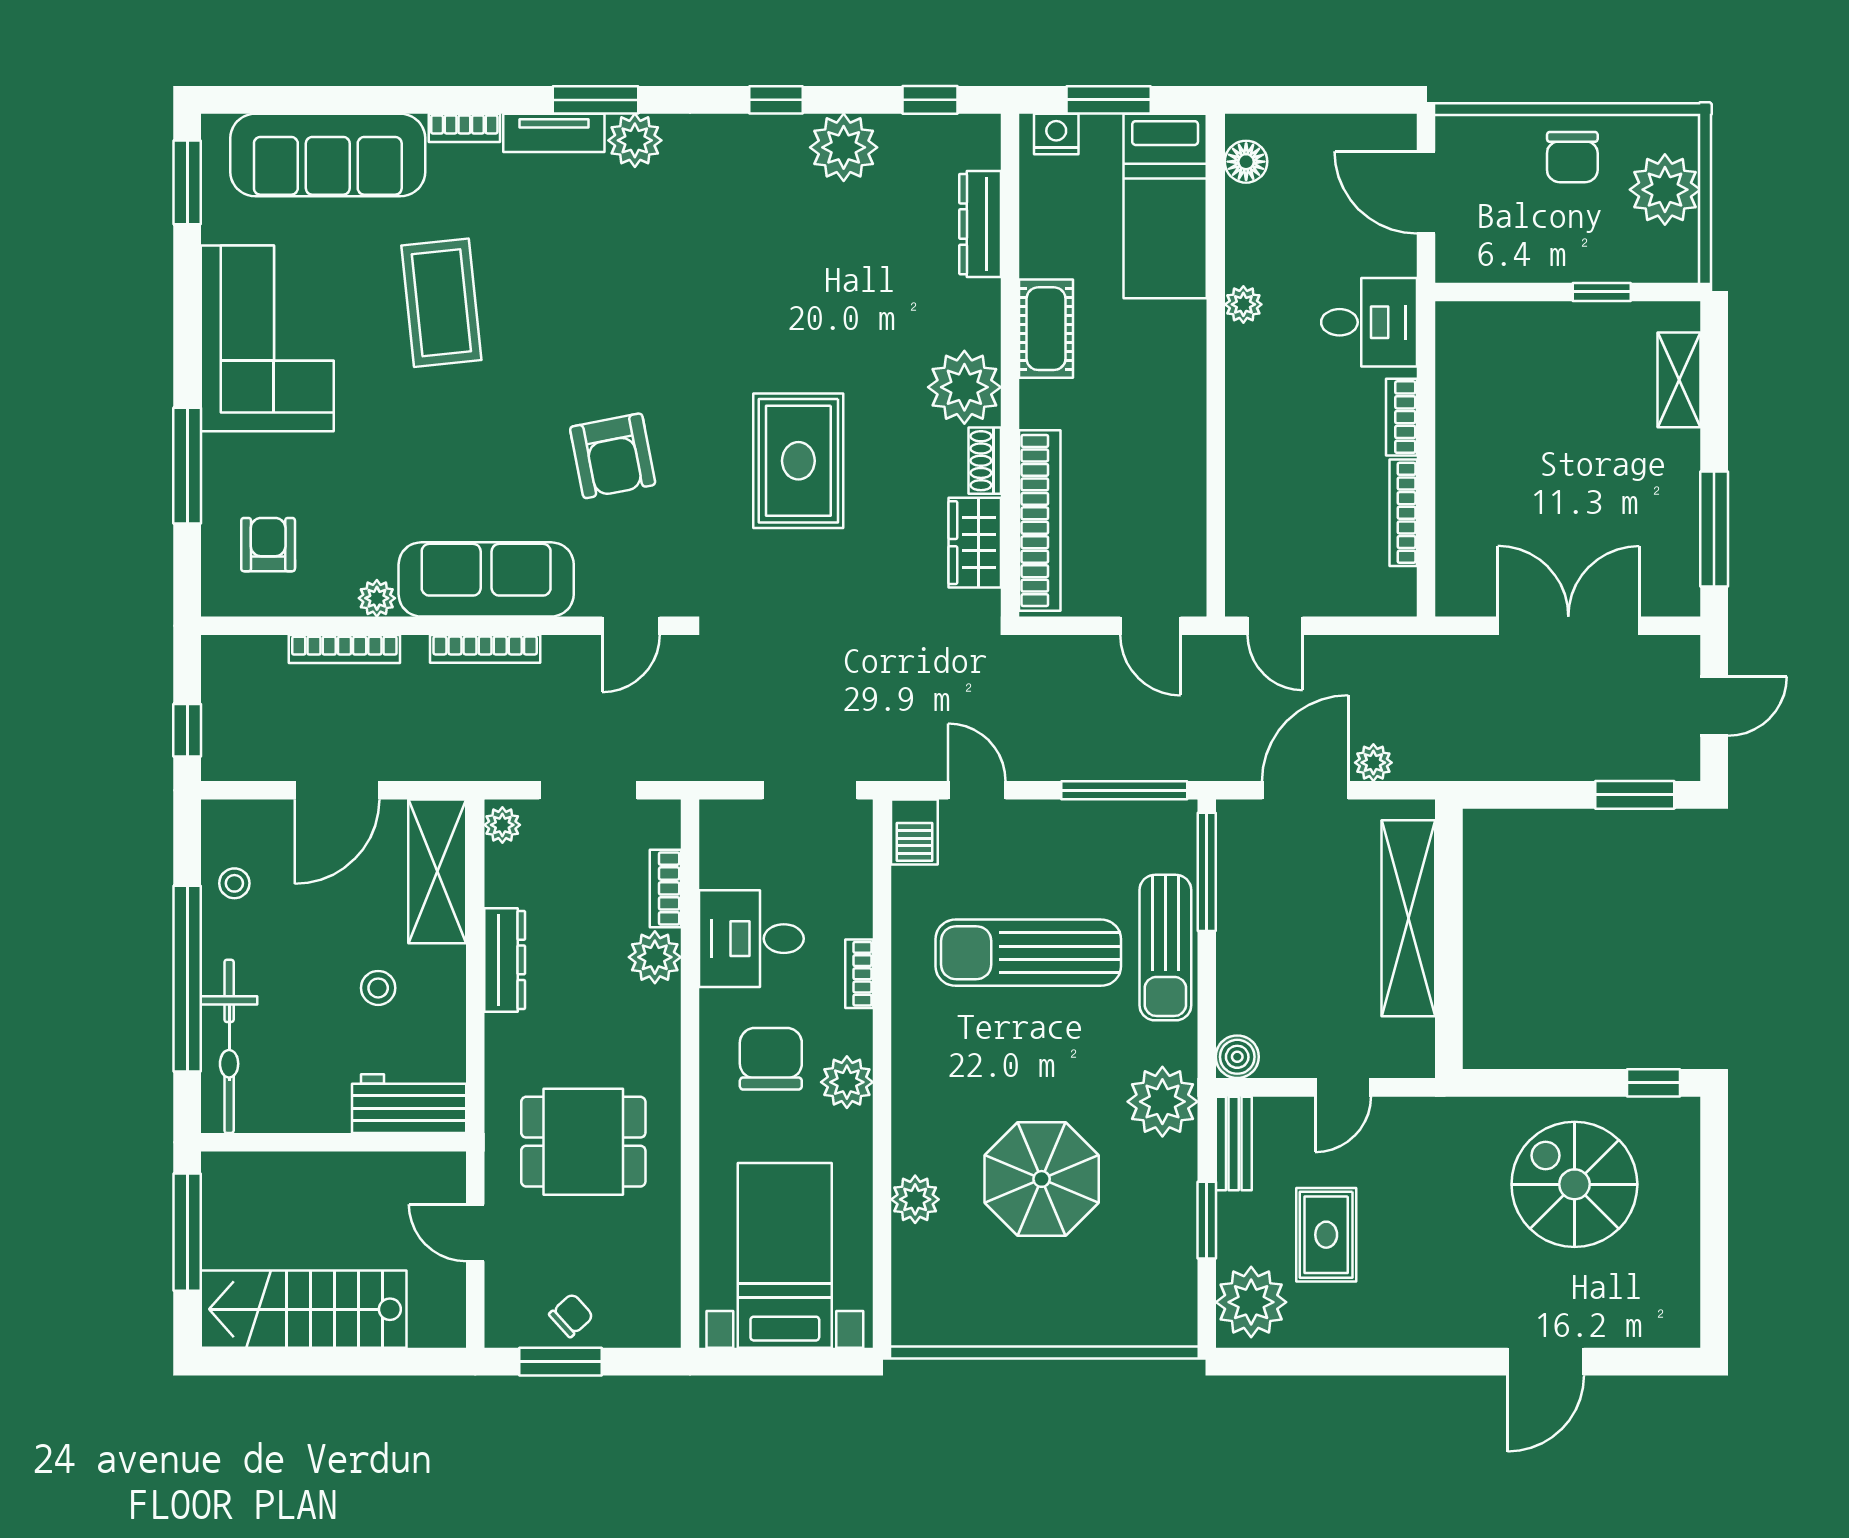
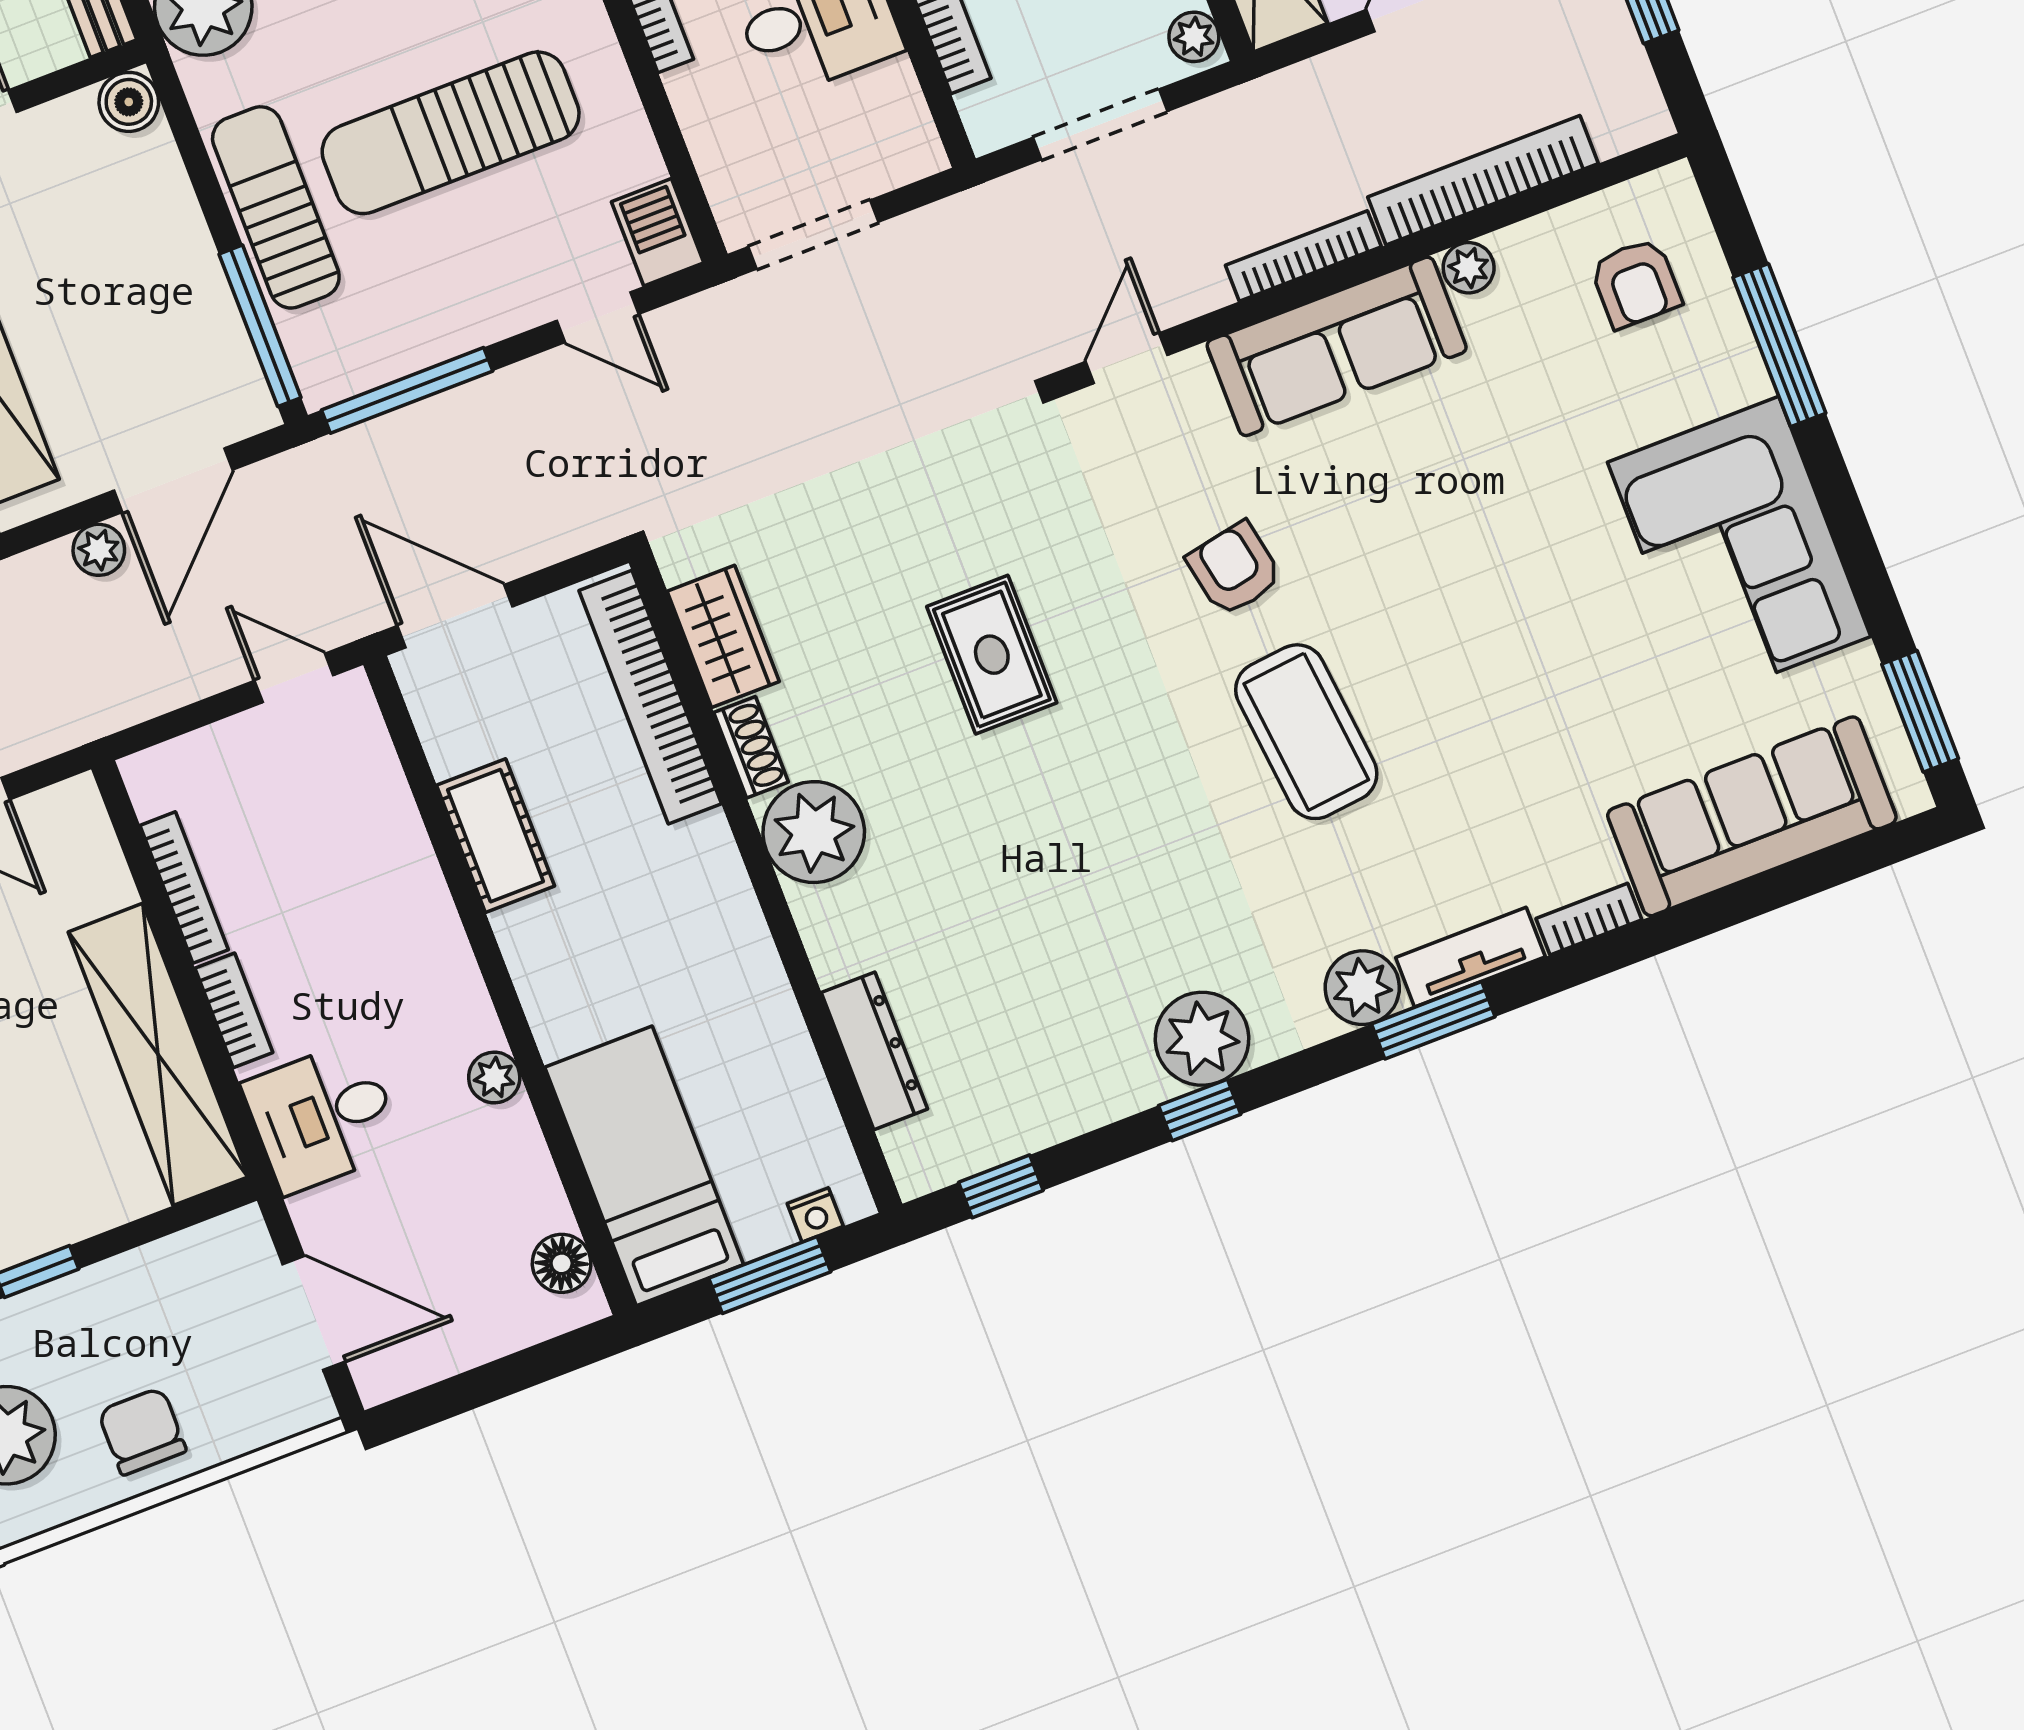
nightstand: (1056, 134) -> (815, 1215), width x0.72, depth x0.74
plant: (844, 147) -> (1202, 1039), moved
coffee table: (441, 303) -> (1306, 732), moved
cot: (1046, 329) -> (496, 836), moved
shelving: (1464, 407) -> (158, 1054), added
armchair: (613, 456) -> (1234, 569), width x0.72, depth x0.72
rug: (798, 461) -> (992, 655), width x0.73, depth x0.70
door: (1150, 626) -> (455, 616), width x1.38
bookcase: (344, 649) -> (1483, 180), width x1.48, depth x1.31
sun lounger: (1028, 953) -> (451, 133), turned 180

